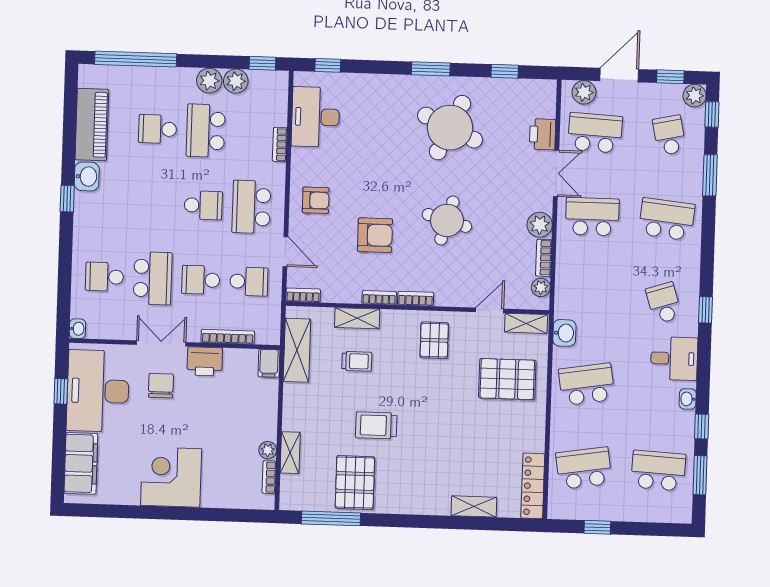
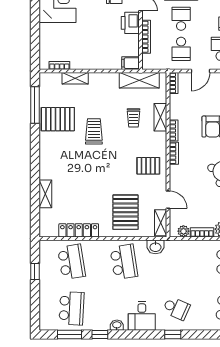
school desk: (664, 303) -> (176, 308), turned 42
plant: (268, 450) -> (76, 64), removed
locker: (533, 486) -> (79, 230), moved

